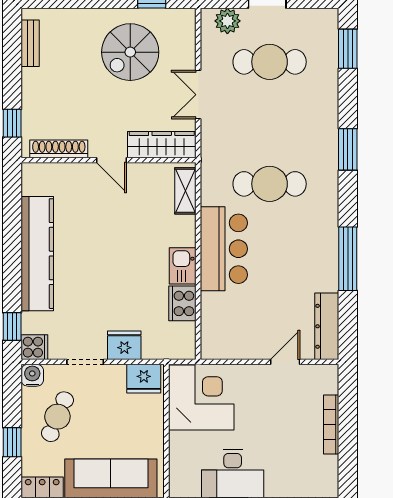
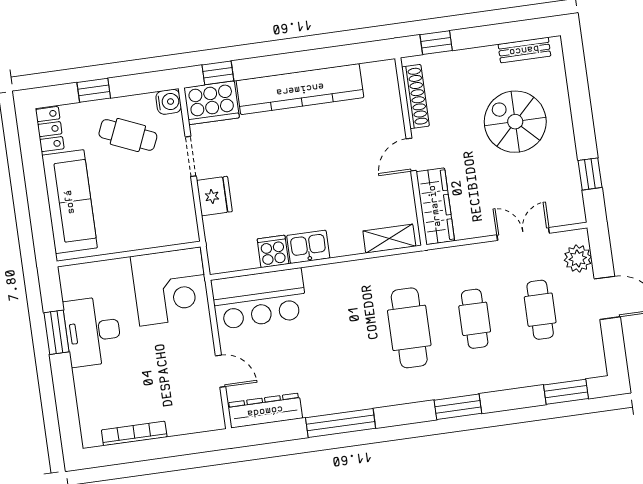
spiral stairs: (130, 52) -> (515, 122), moved
cafe table: (270, 62) -> (540, 310), width x0.73, depth x0.74
double door: (198, 95) -> (523, 234), moved
cafe table: (270, 123) -> (475, 319), added
bar counter: (224, 249) -> (259, 299), moved
cooker: (182, 303) -> (273, 251), width x0.73
cooker: (34, 347) -> (211, 103), width x1.87, depth x1.31
fridge: (144, 379) -> (181, 222), removed
bookcase: (331, 425) -> (134, 433), moved

